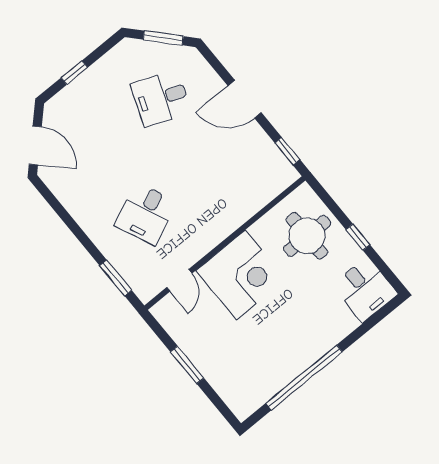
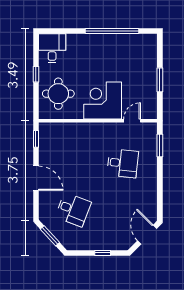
desk: (146, 214) -> (123, 163), turned 30

